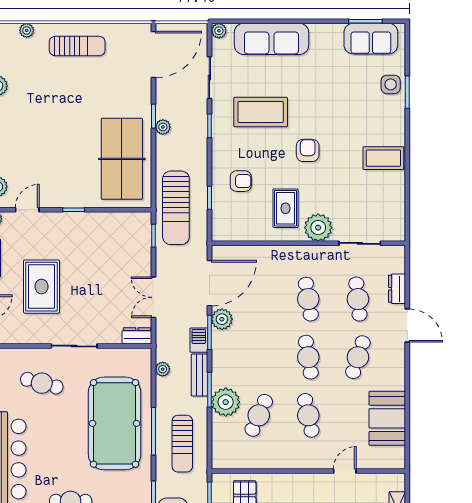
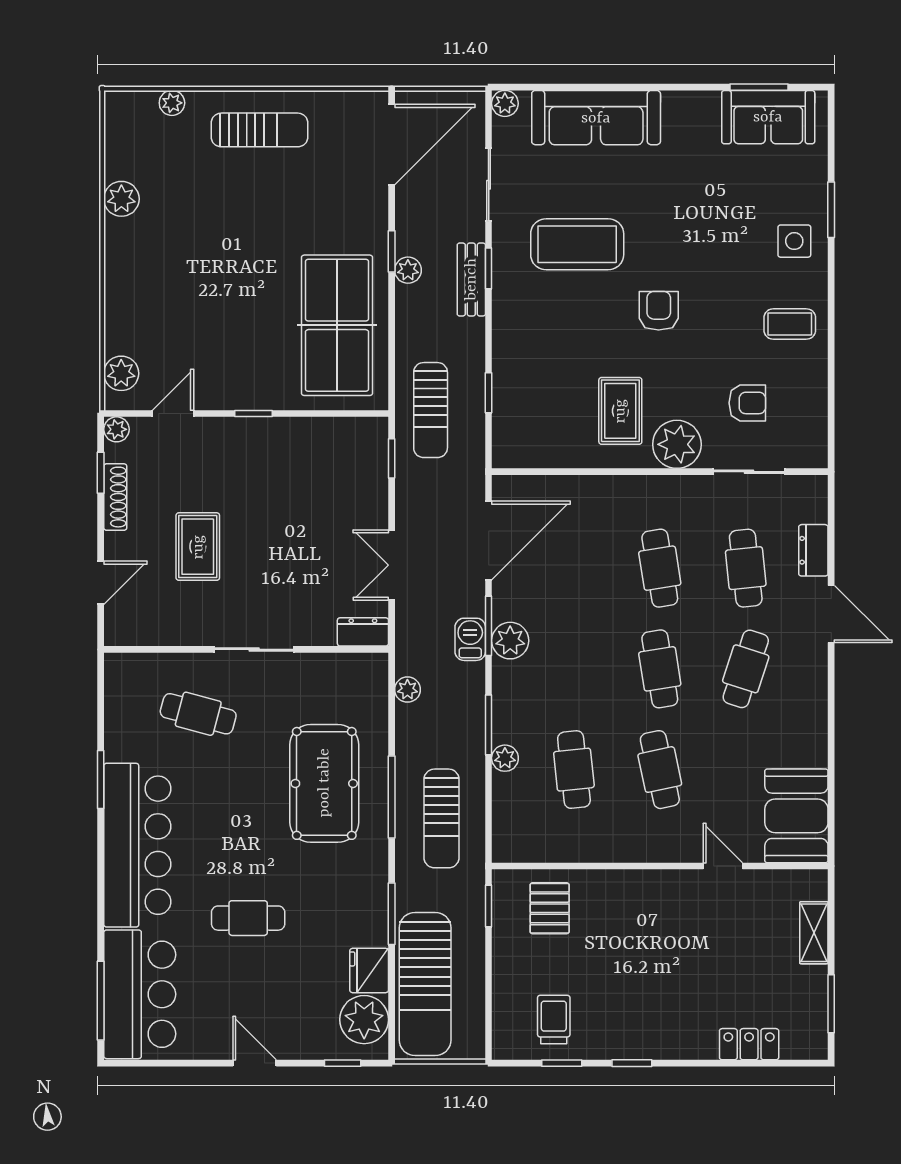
side table: (391, 84) -> (794, 241), moved
coffee table: (383, 158) -> (790, 324), width x0.73, depth x0.77
armchair: (241, 181) -> (747, 403), moved
sun lounger: (176, 208) -> (431, 410), width x0.73, depth x0.75
rug: (42, 287) -> (198, 547), width x0.73, depth x0.70
plant: (222, 319) -> (510, 641), moved
bench: (199, 375) -> (471, 279), moved
plant: (226, 402) -> (505, 758), width x0.53, depth x0.53
cafe table: (259, 415) -> (574, 770), turned -30
booth: (387, 418) -> (796, 816), moved
pool table: (115, 423) -> (324, 783), width x0.73, depth x0.76
door: (345, 471) -> (723, 866), hinge flipped

